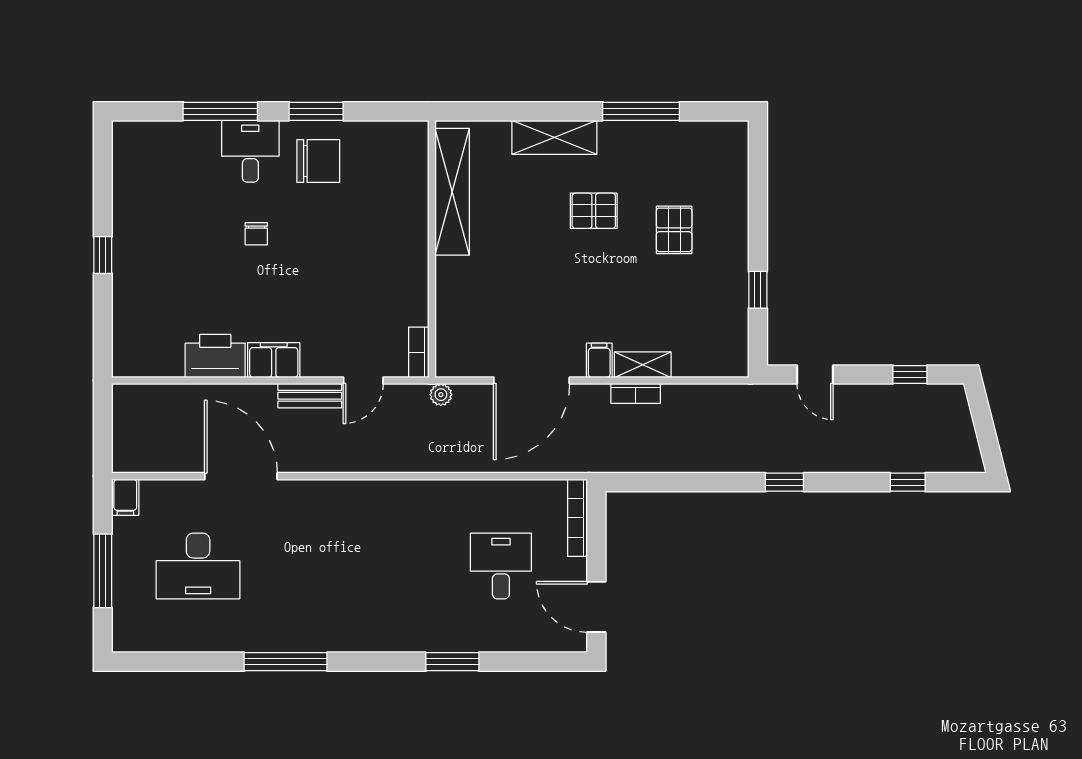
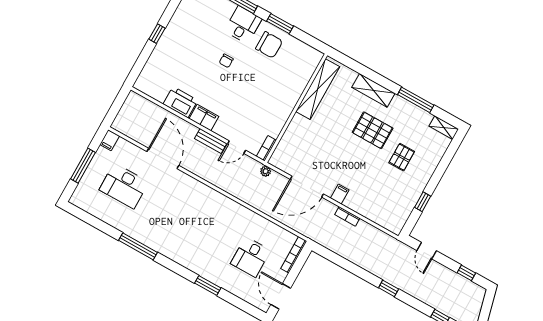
pallet: (594, 211) -> (373, 130), width x1.50, depth x1.42
shelving: (643, 365) -> (444, 128), moved
desk: (501, 566) -> (251, 257), turned 180

